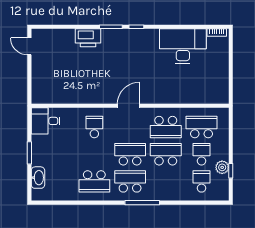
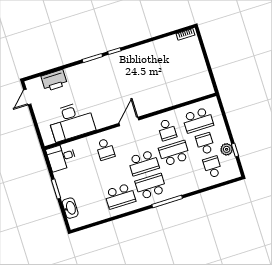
printer: (88, 38) -> (54, 80), moved
door: (29, 46) -> (27, 97), hinge flipped
desk: (183, 46) -> (71, 121), moved, turned 180
school desk: (94, 127) -> (105, 149), turned 180
school desk: (166, 127) -> (167, 130), width x0.54
school desk: (202, 127) -> (198, 120), turned 180
school desk: (130, 154) -> (143, 163), turned 180

